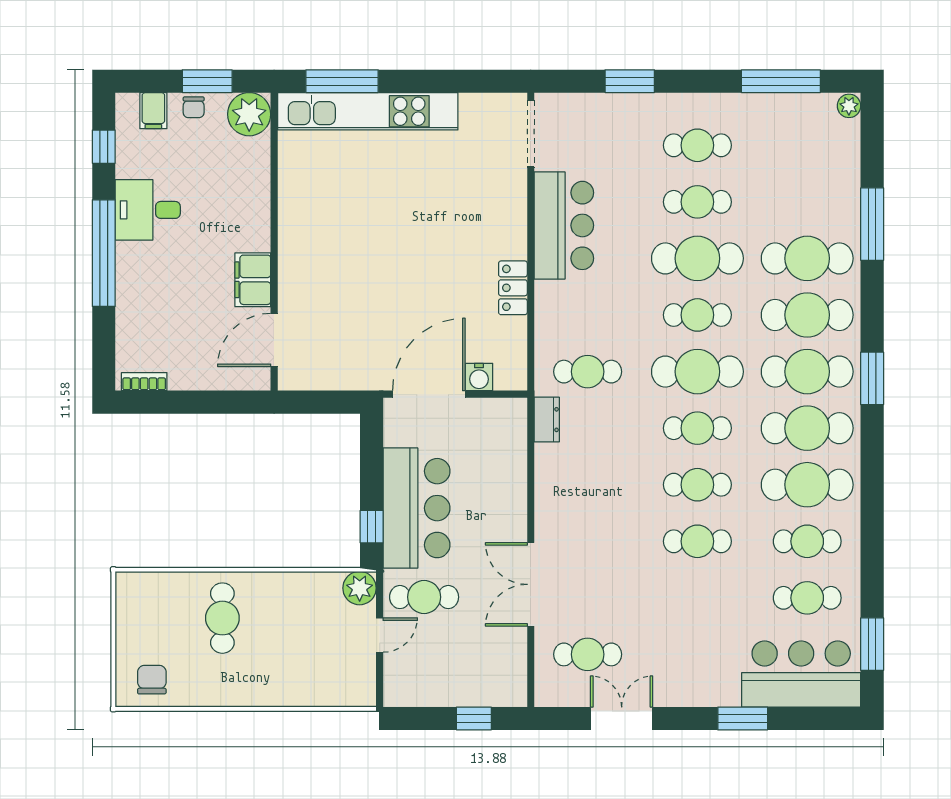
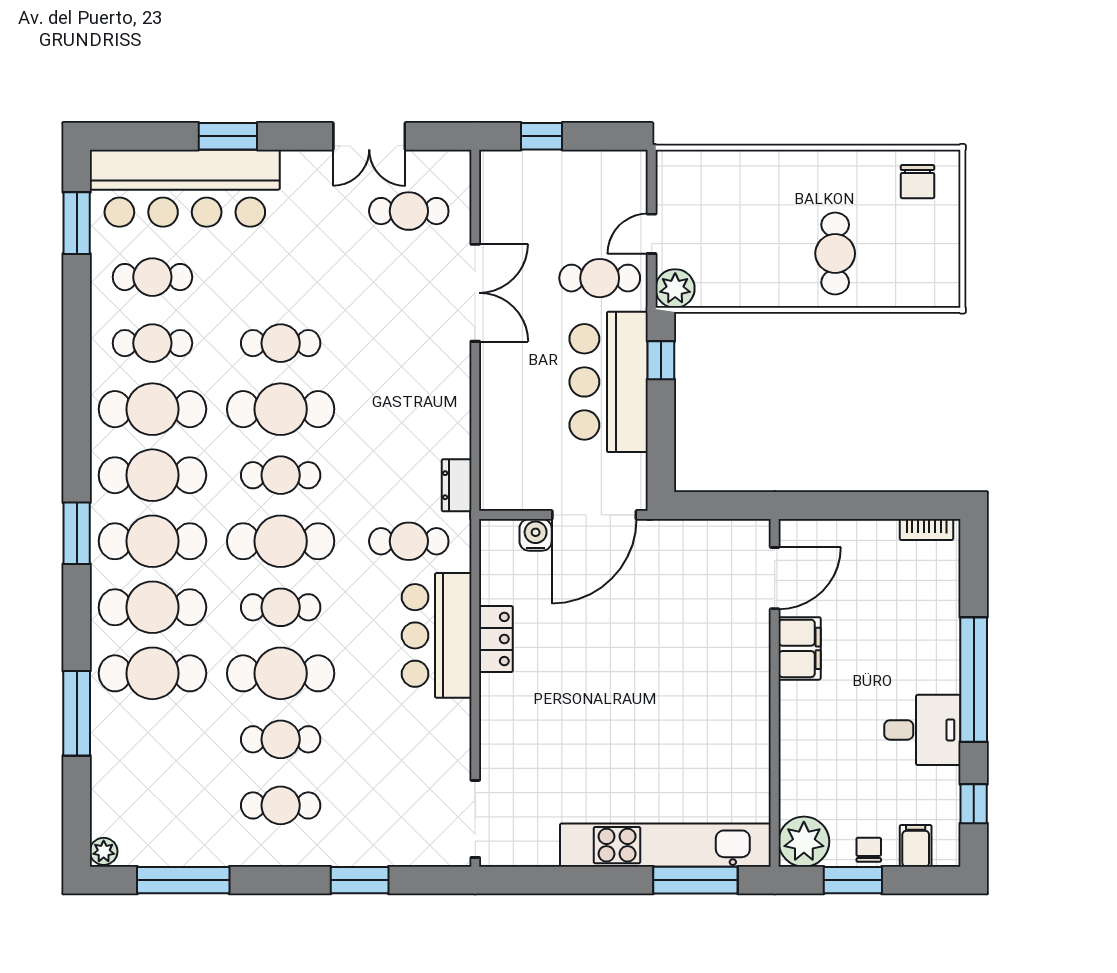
bar counter: (564, 225) -> (437, 635), moved
cafe table: (697, 485) -> (281, 409), width x1.37, depth x1.35
bar counter: (801, 674) -> (185, 188), width x1.36

